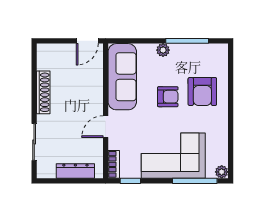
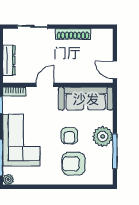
plant: (163, 50) -> (103, 136), width x1.88, depth x1.88
door: (106, 127) -> (45, 85), hinge flipped

